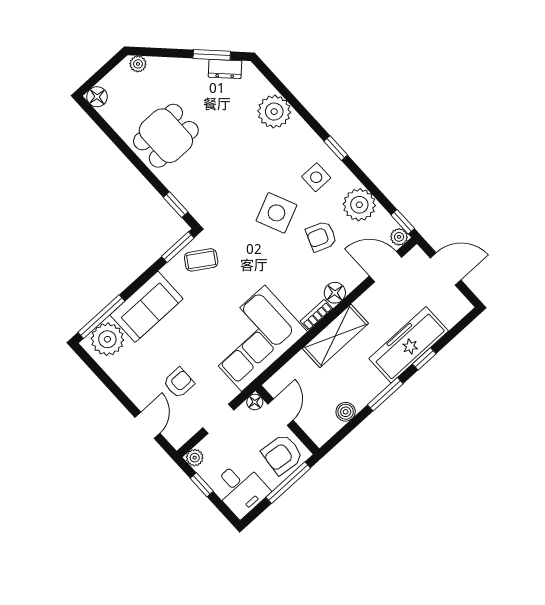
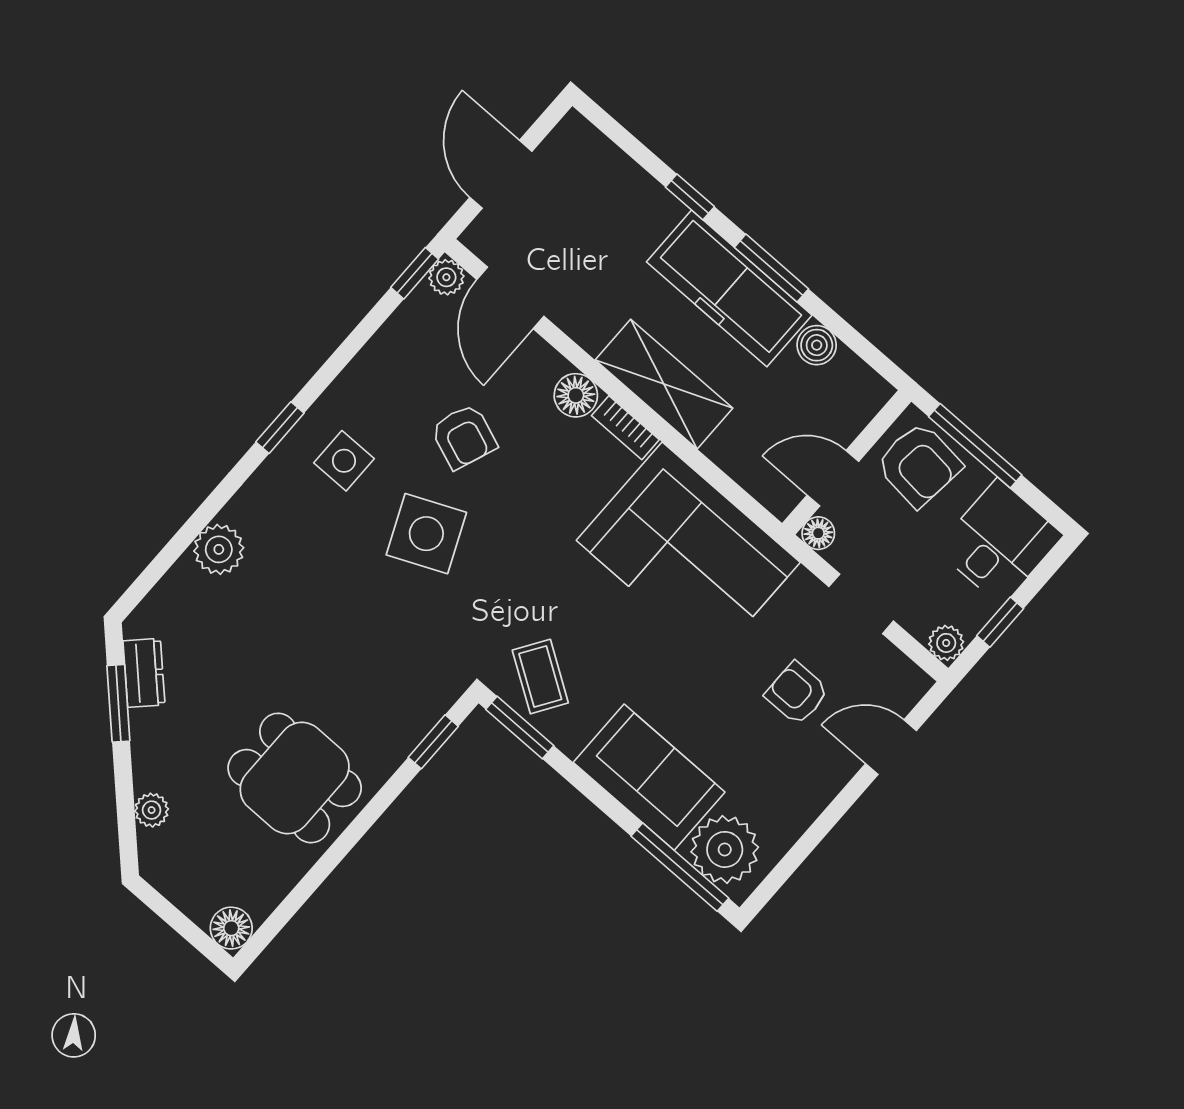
plant: (138, 64) -> (152, 810), moved
plant: (274, 112) -> (219, 549), width x0.73, depth x0.73
plant: (359, 205) -> (390, 366), removed
freezer: (409, 345) -> (729, 288), moved

